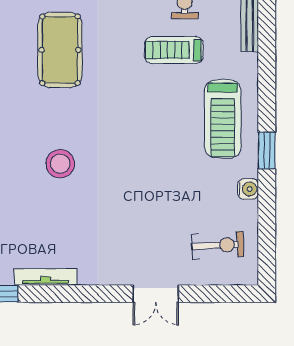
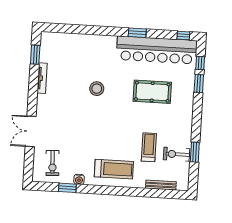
treadmill: (223, 119) -> (114, 169), turned 180
window: (267, 150) -> (67, 188), moved
double door: (156, 294) -> (31, 131), width x1.37

